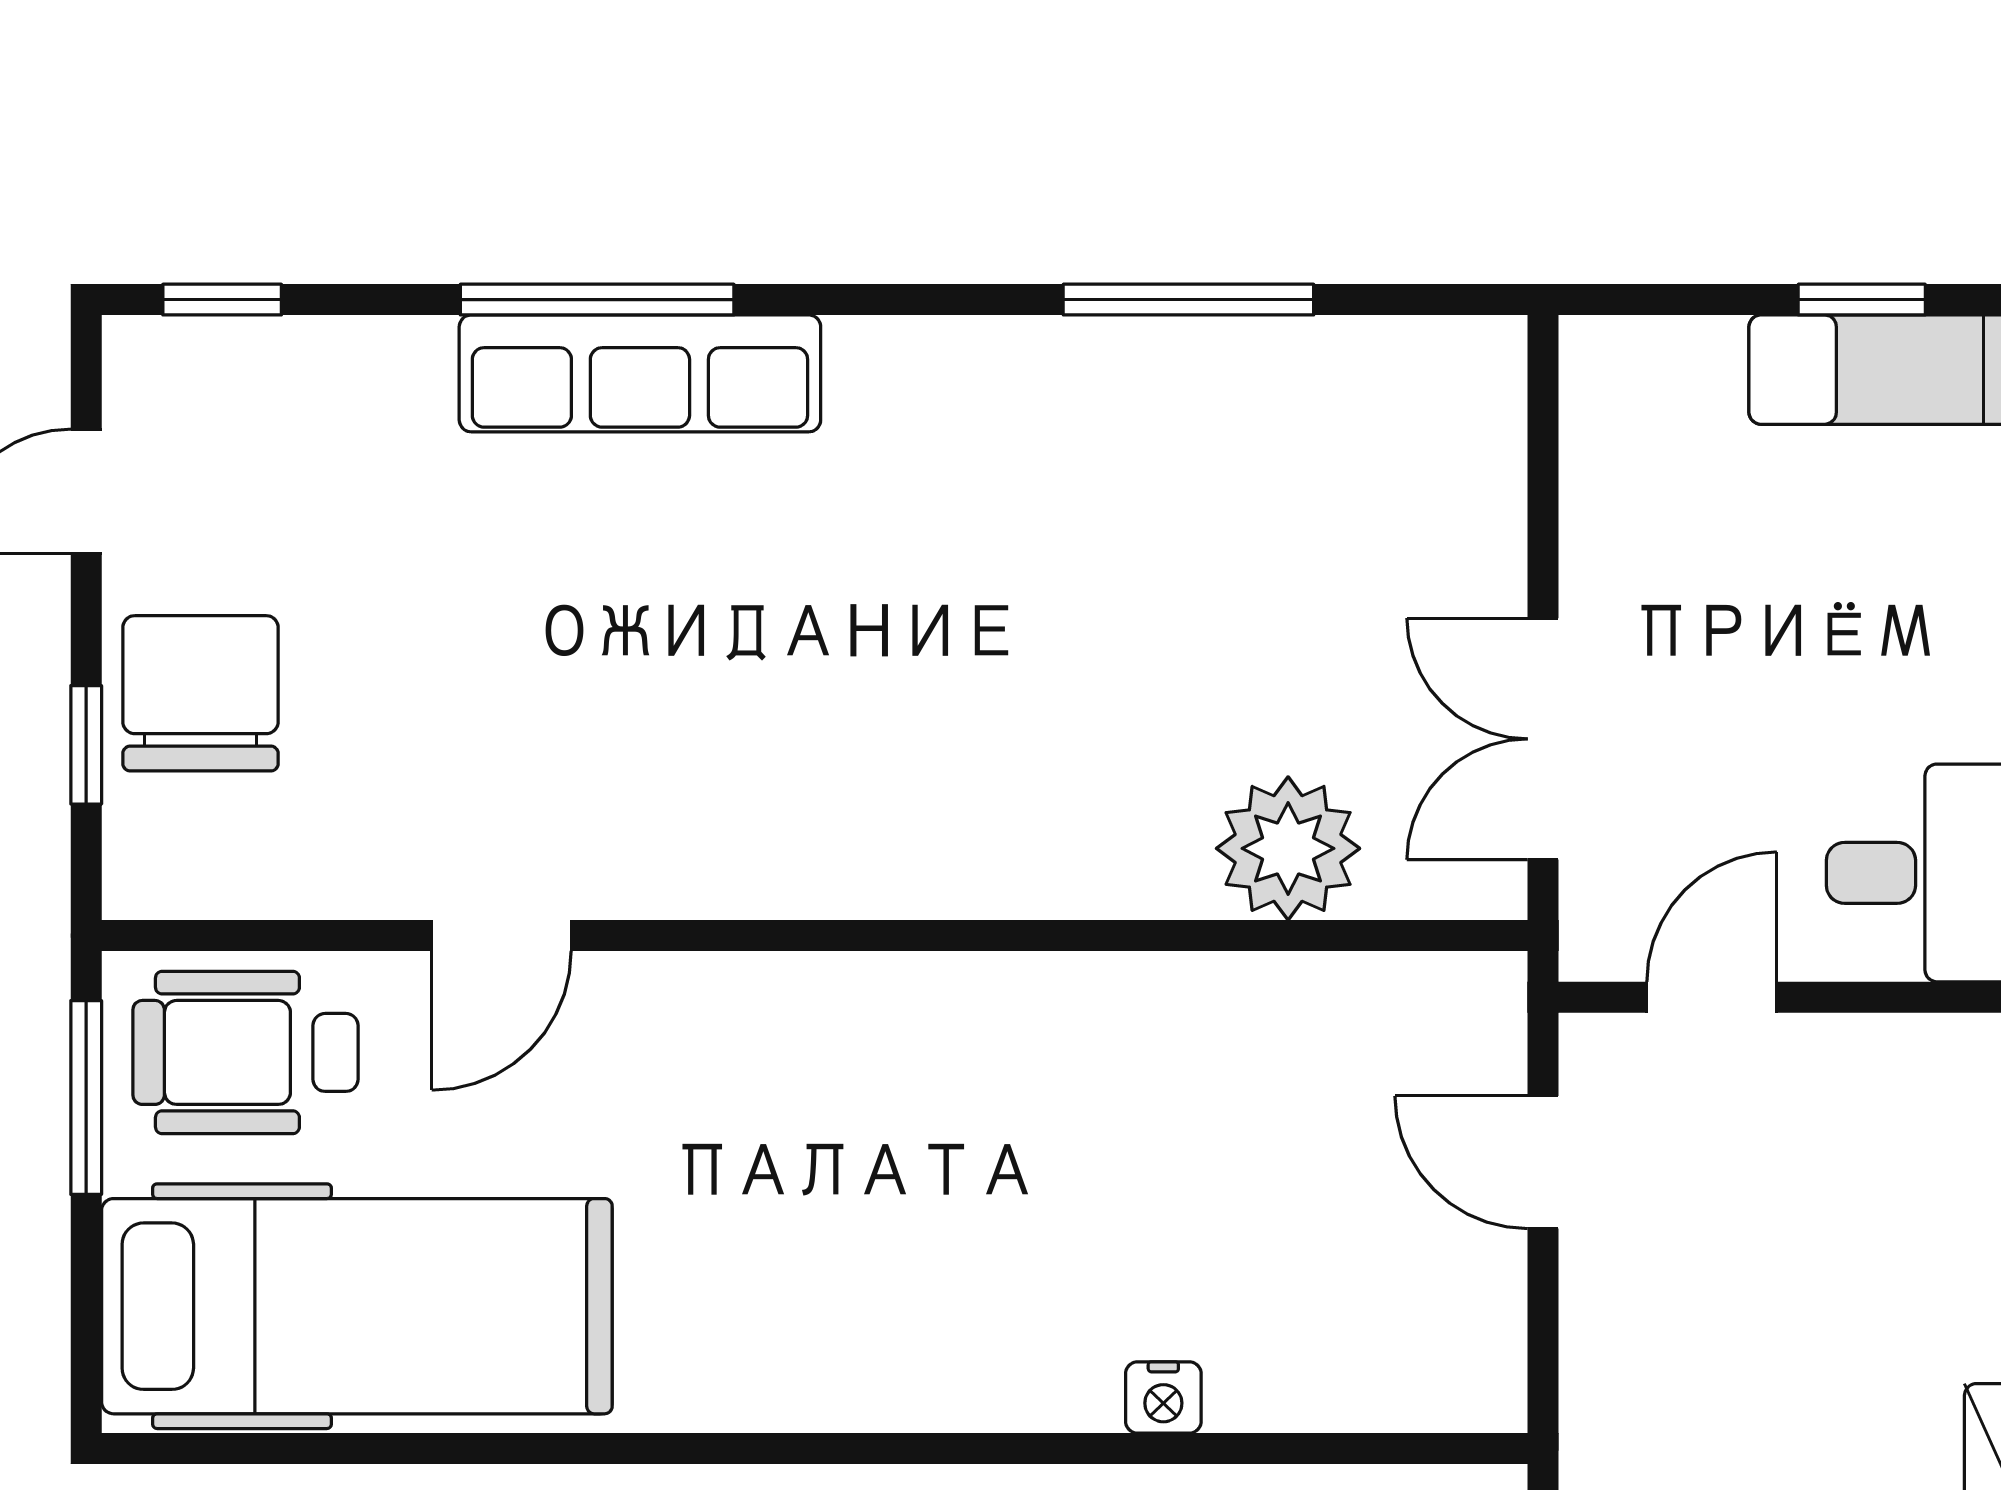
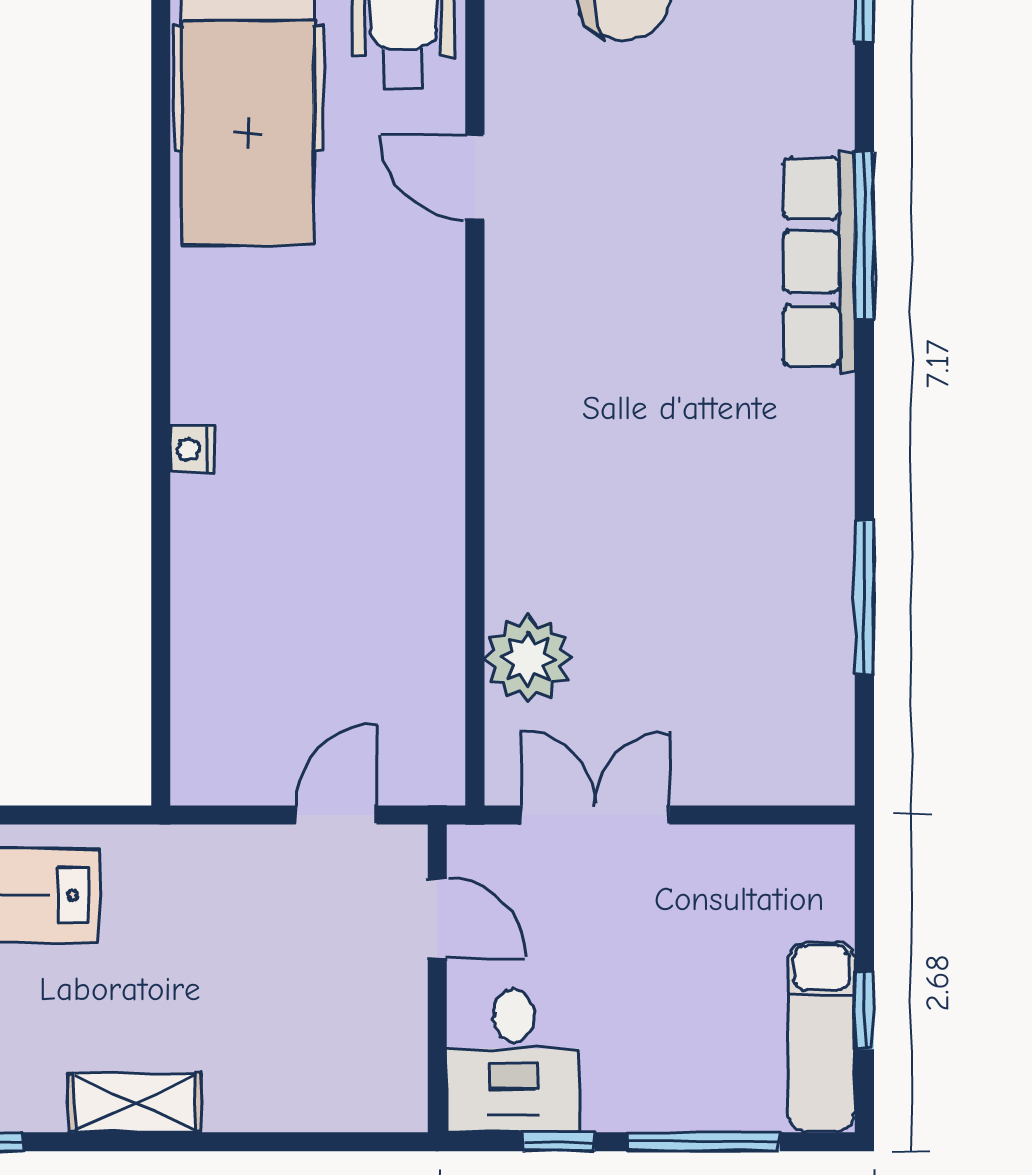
nightstand: (1163, 1397) -> (192, 449), moved

